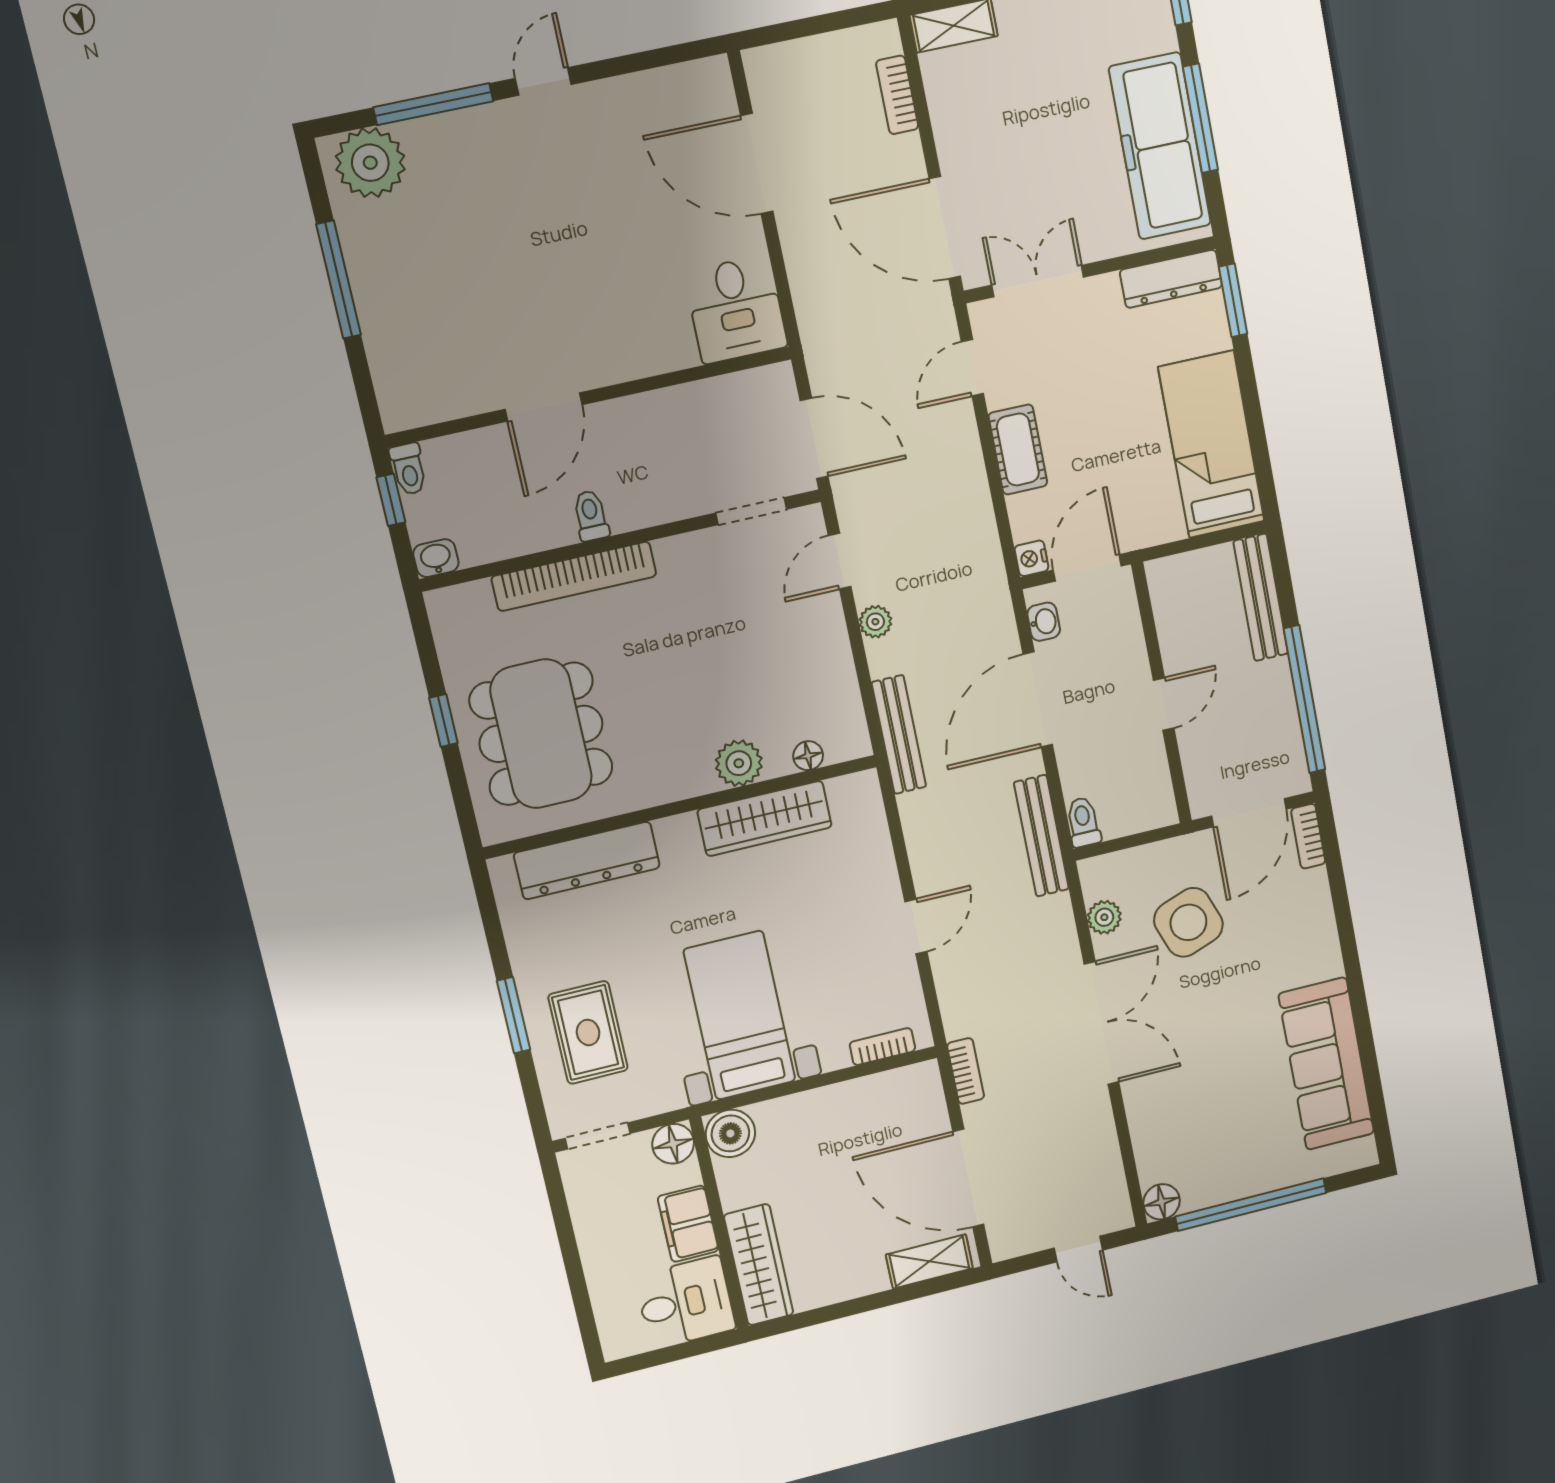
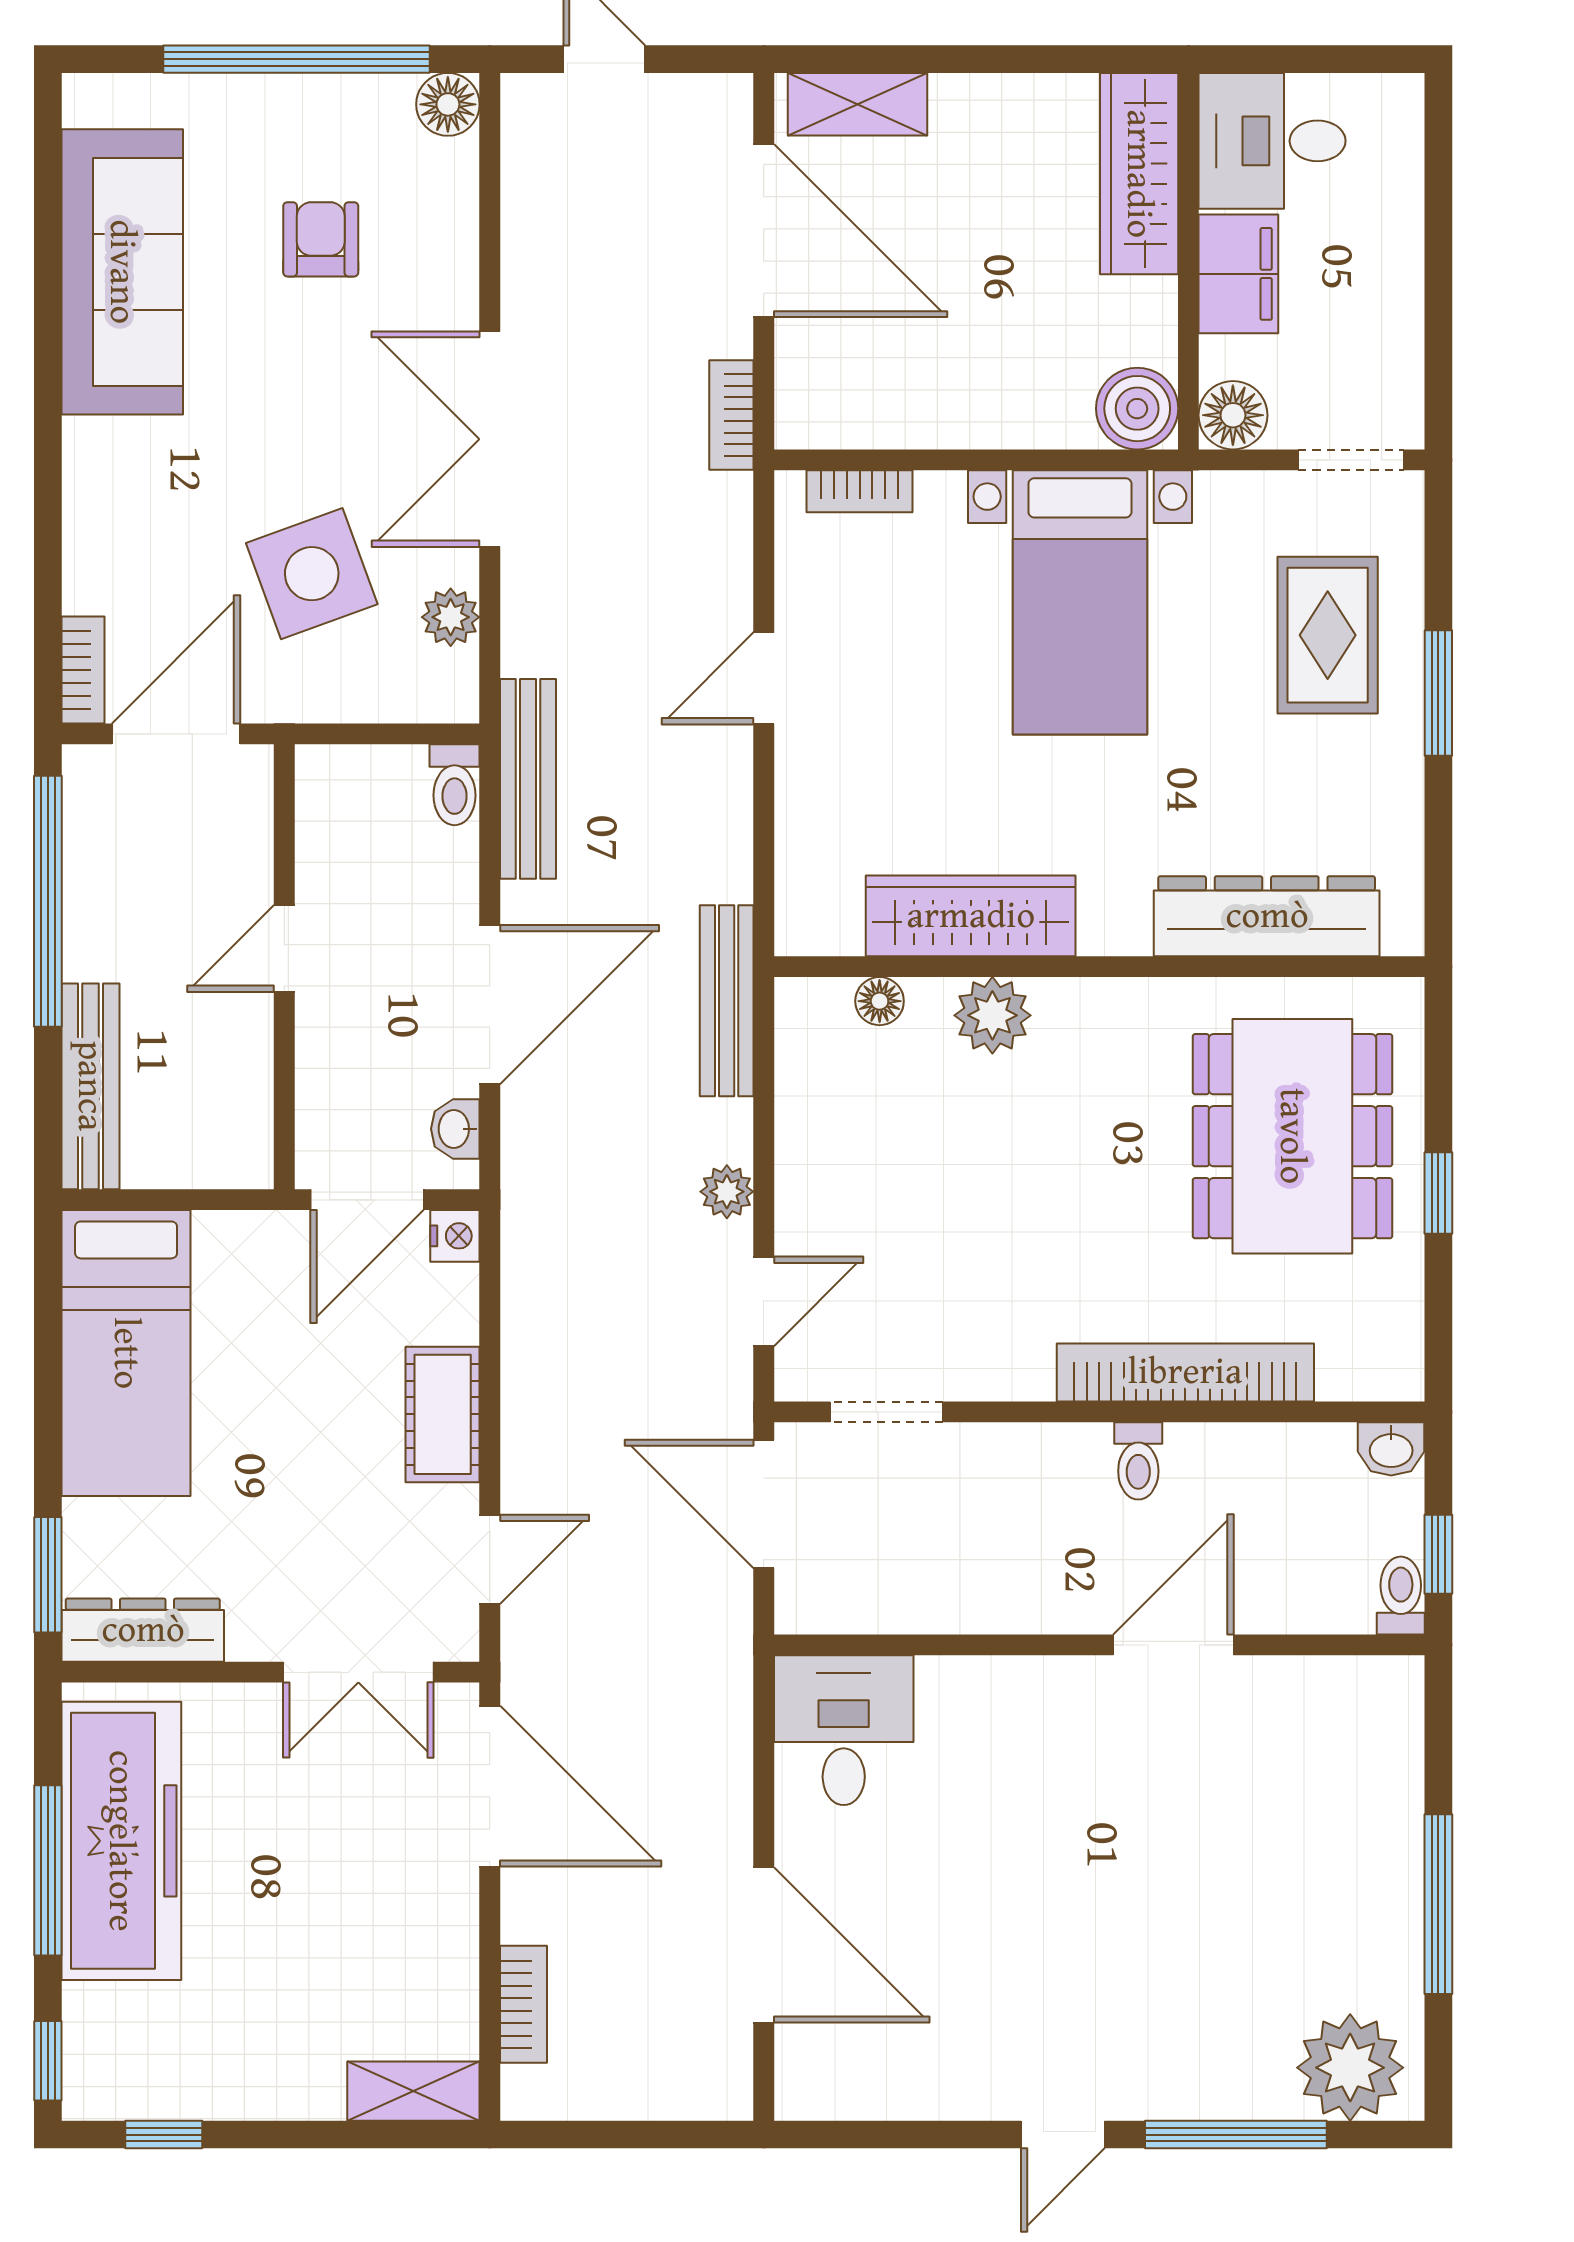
armchair: (1219, 1110) -> (321, 239), added

